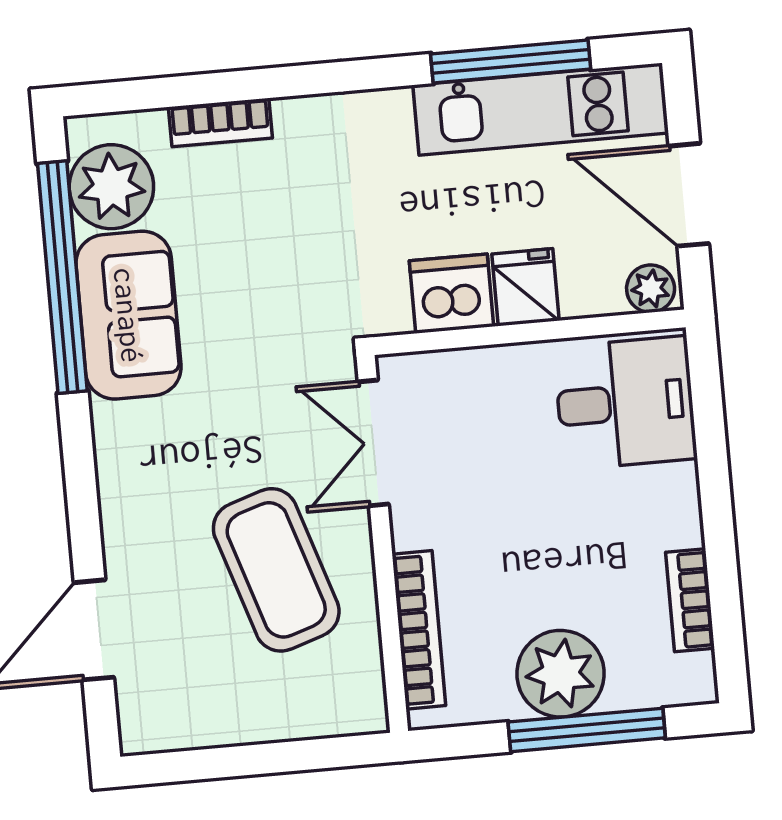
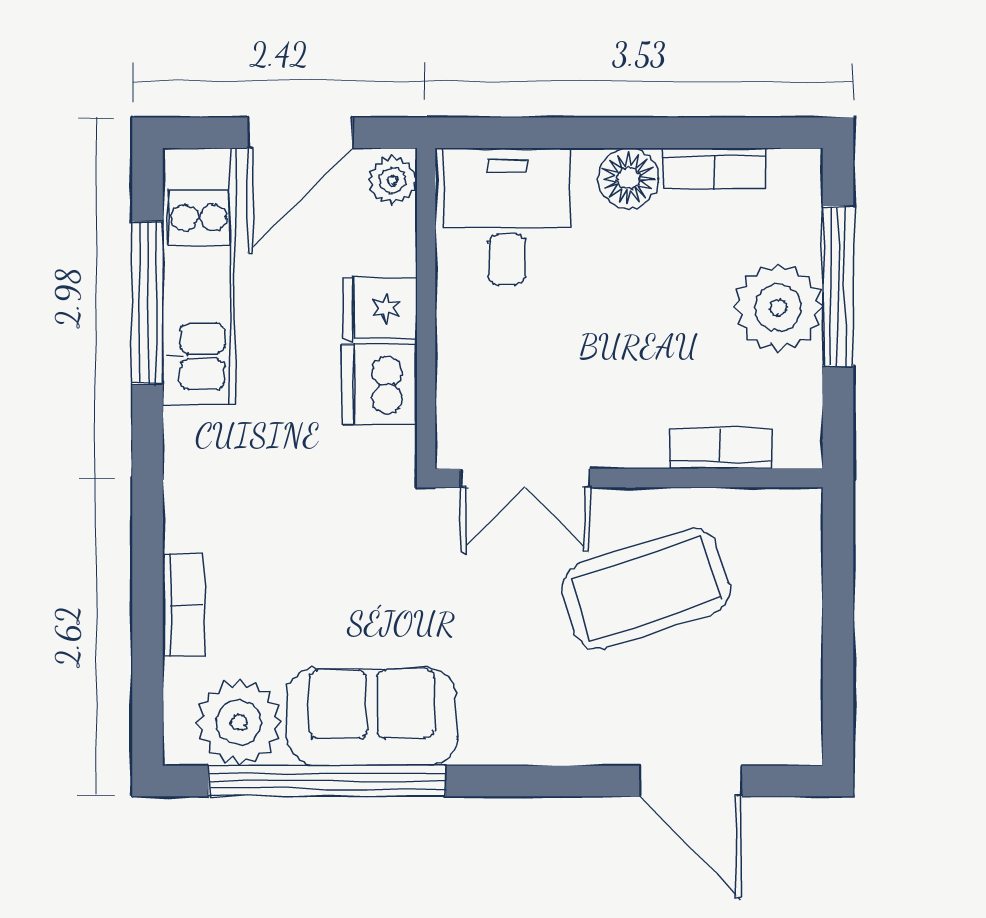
floor lamp: (673, 517) -> (628, 178), added
bookcase: (419, 630) -> (720, 448), width x0.64

